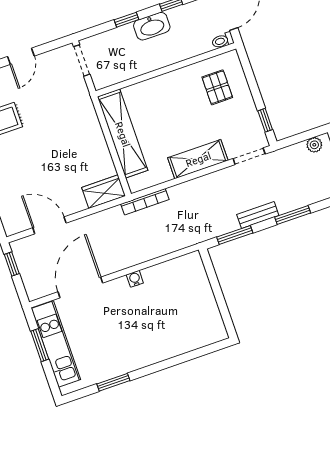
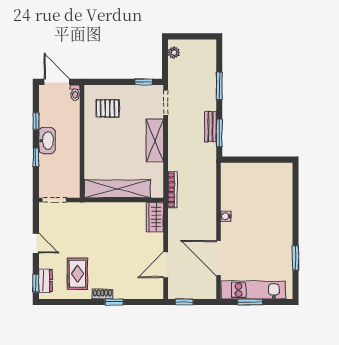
bench: (258, 215) -> (211, 127), moved

